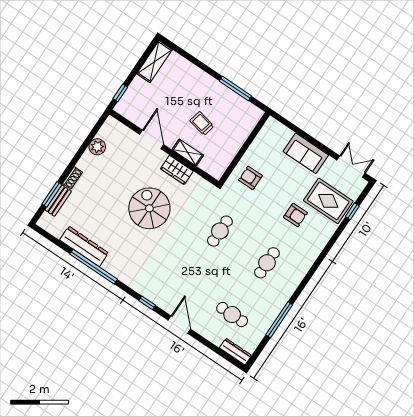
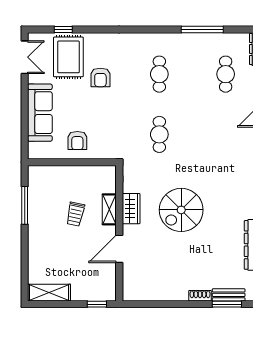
plant: (97, 147) -> (158, 292), removed
sofa: (306, 153) -> (40, 113), width x1.36
double door: (351, 167) -> (25, 57), swing flipped
armchair: (250, 178) -> (77, 141), moved
armchair: (295, 215) -> (100, 77), turned 180
cafe table: (220, 231) -> (159, 134), turned 90
cafe table: (267, 263) -> (159, 74), turned 90

